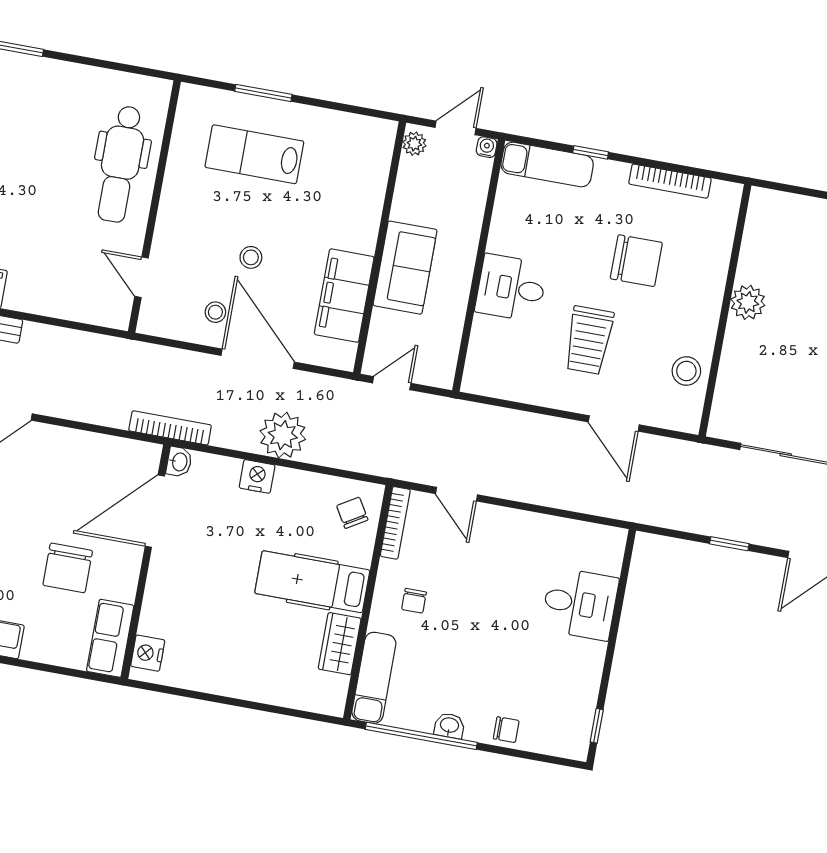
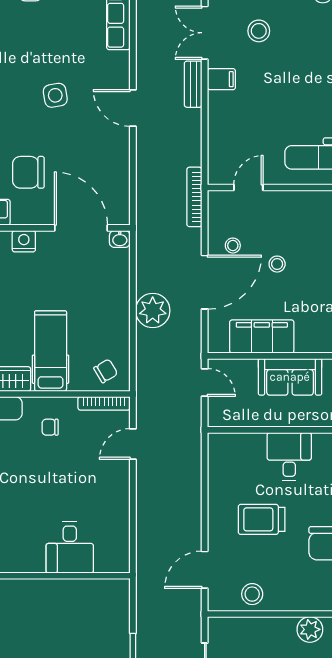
door: (614, 423) -> (205, 570), moved
bookcase: (170, 428) -> (194, 197), moved, turned 180
nightstand: (257, 476) -> (24, 241), moved, turned -90

